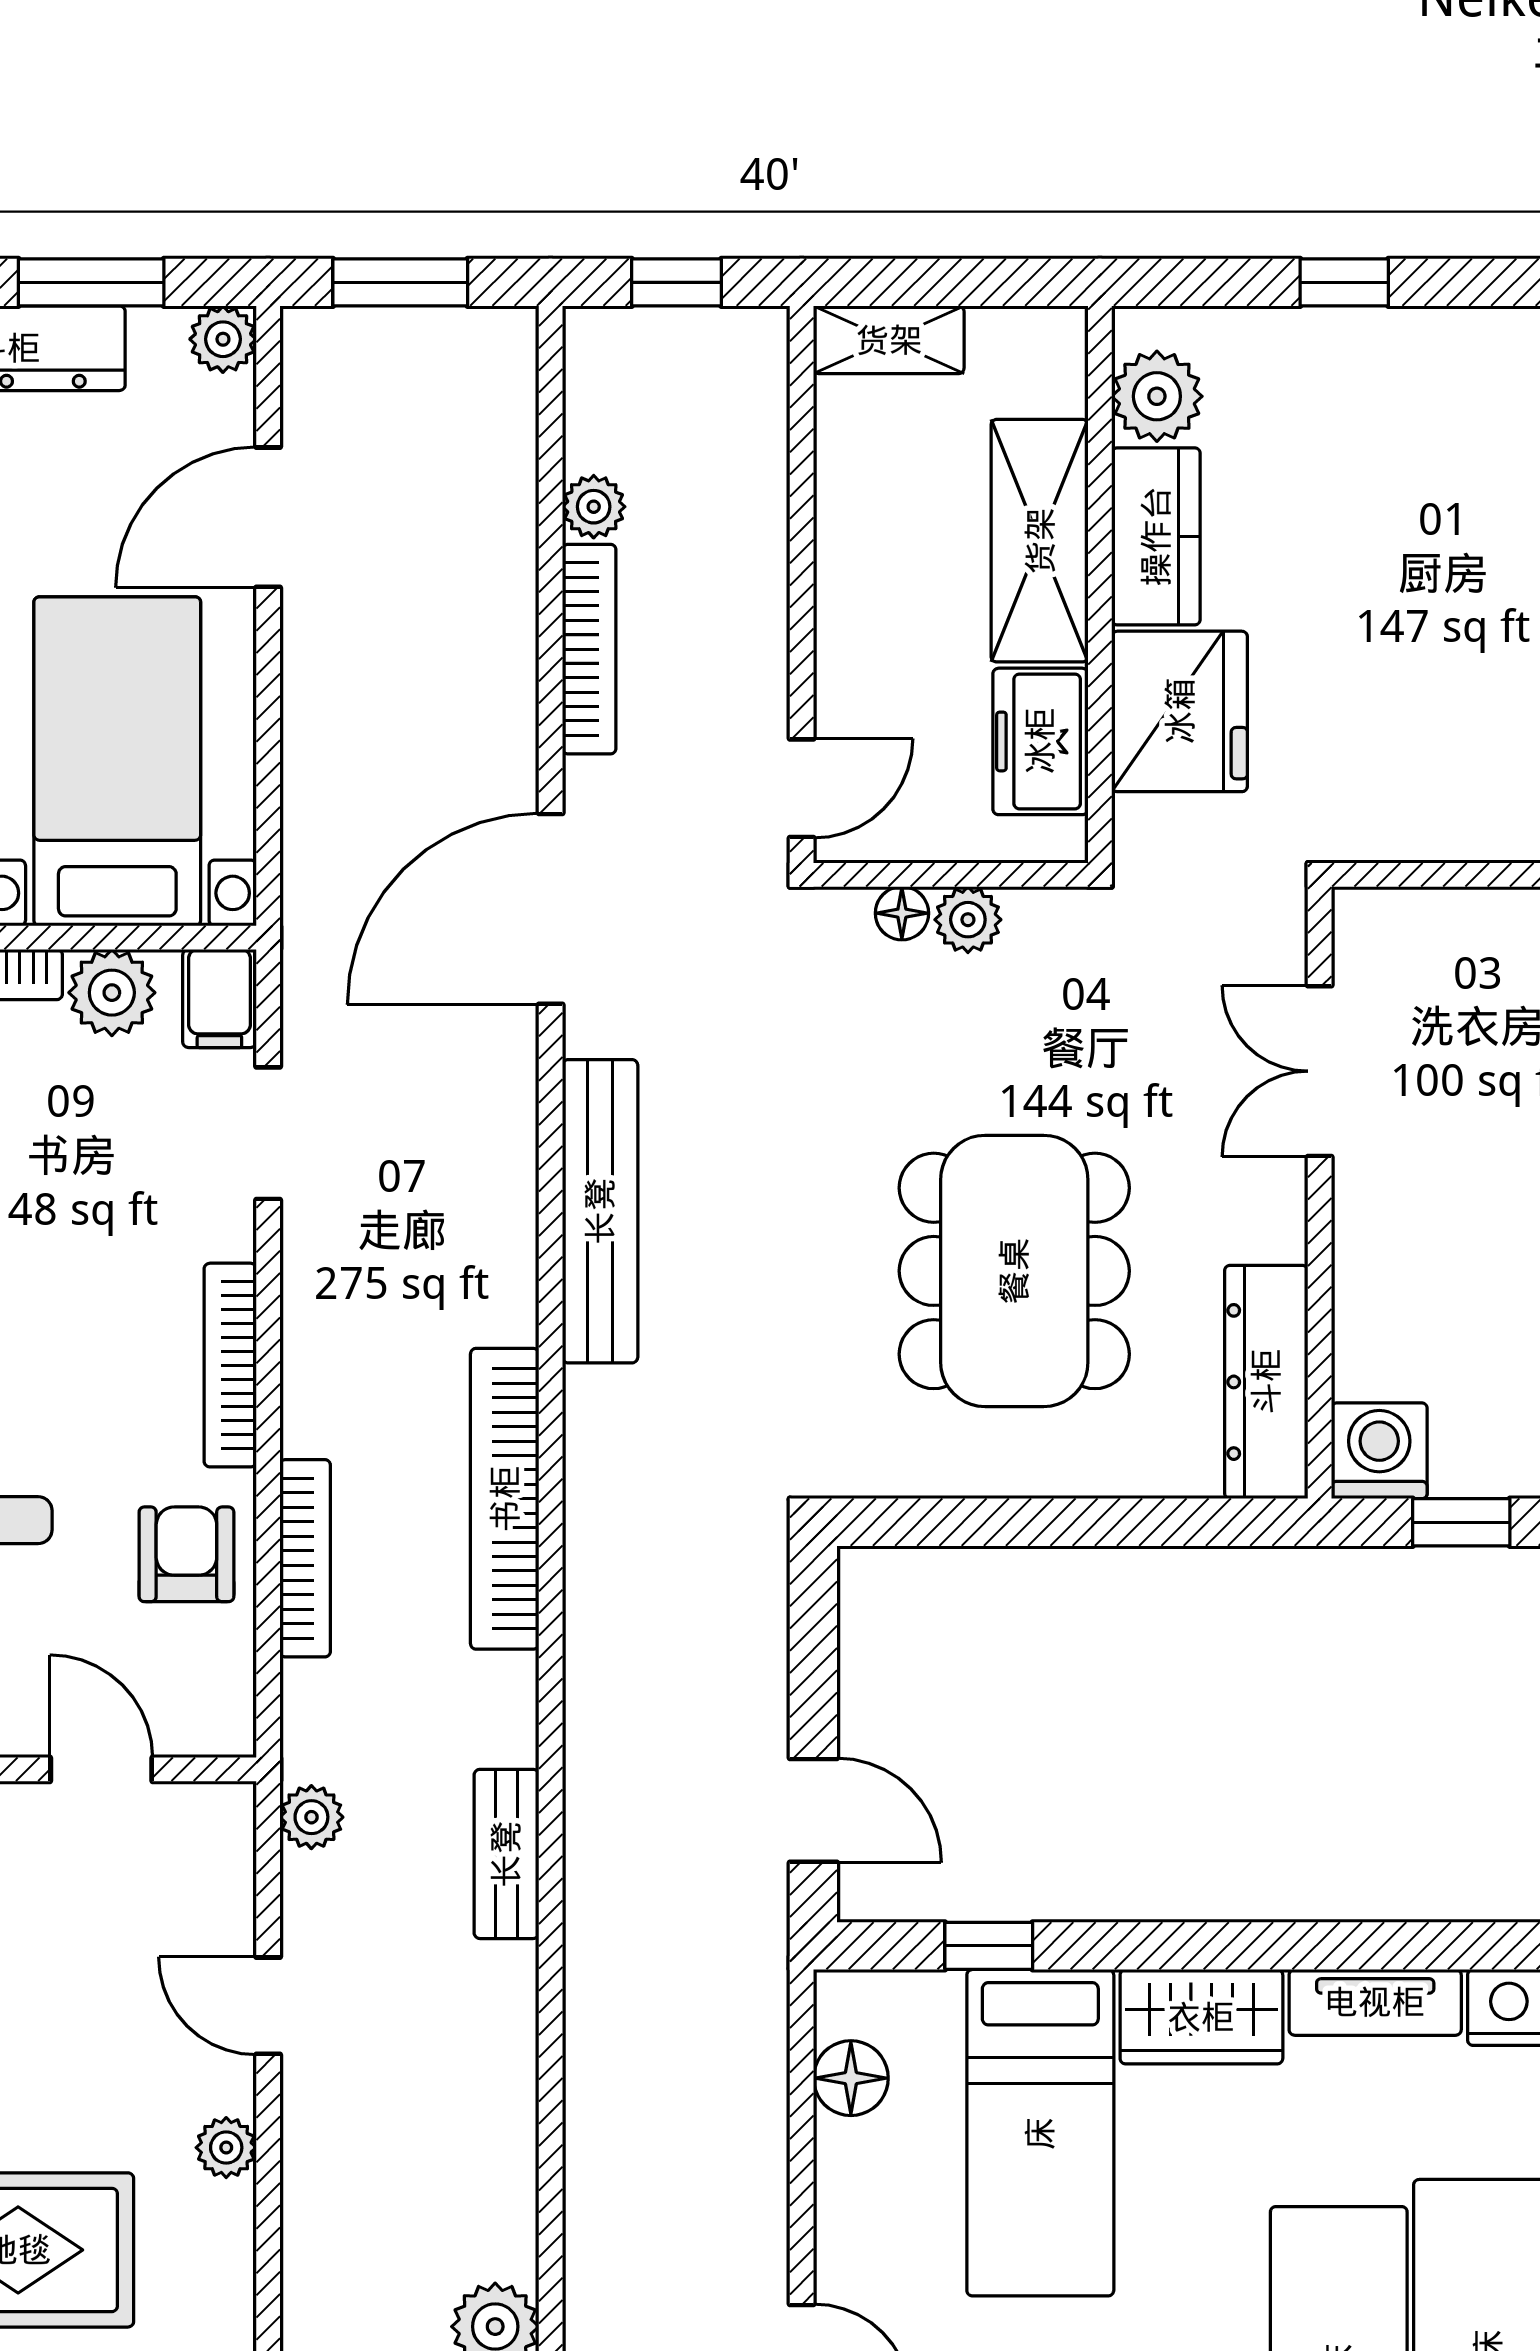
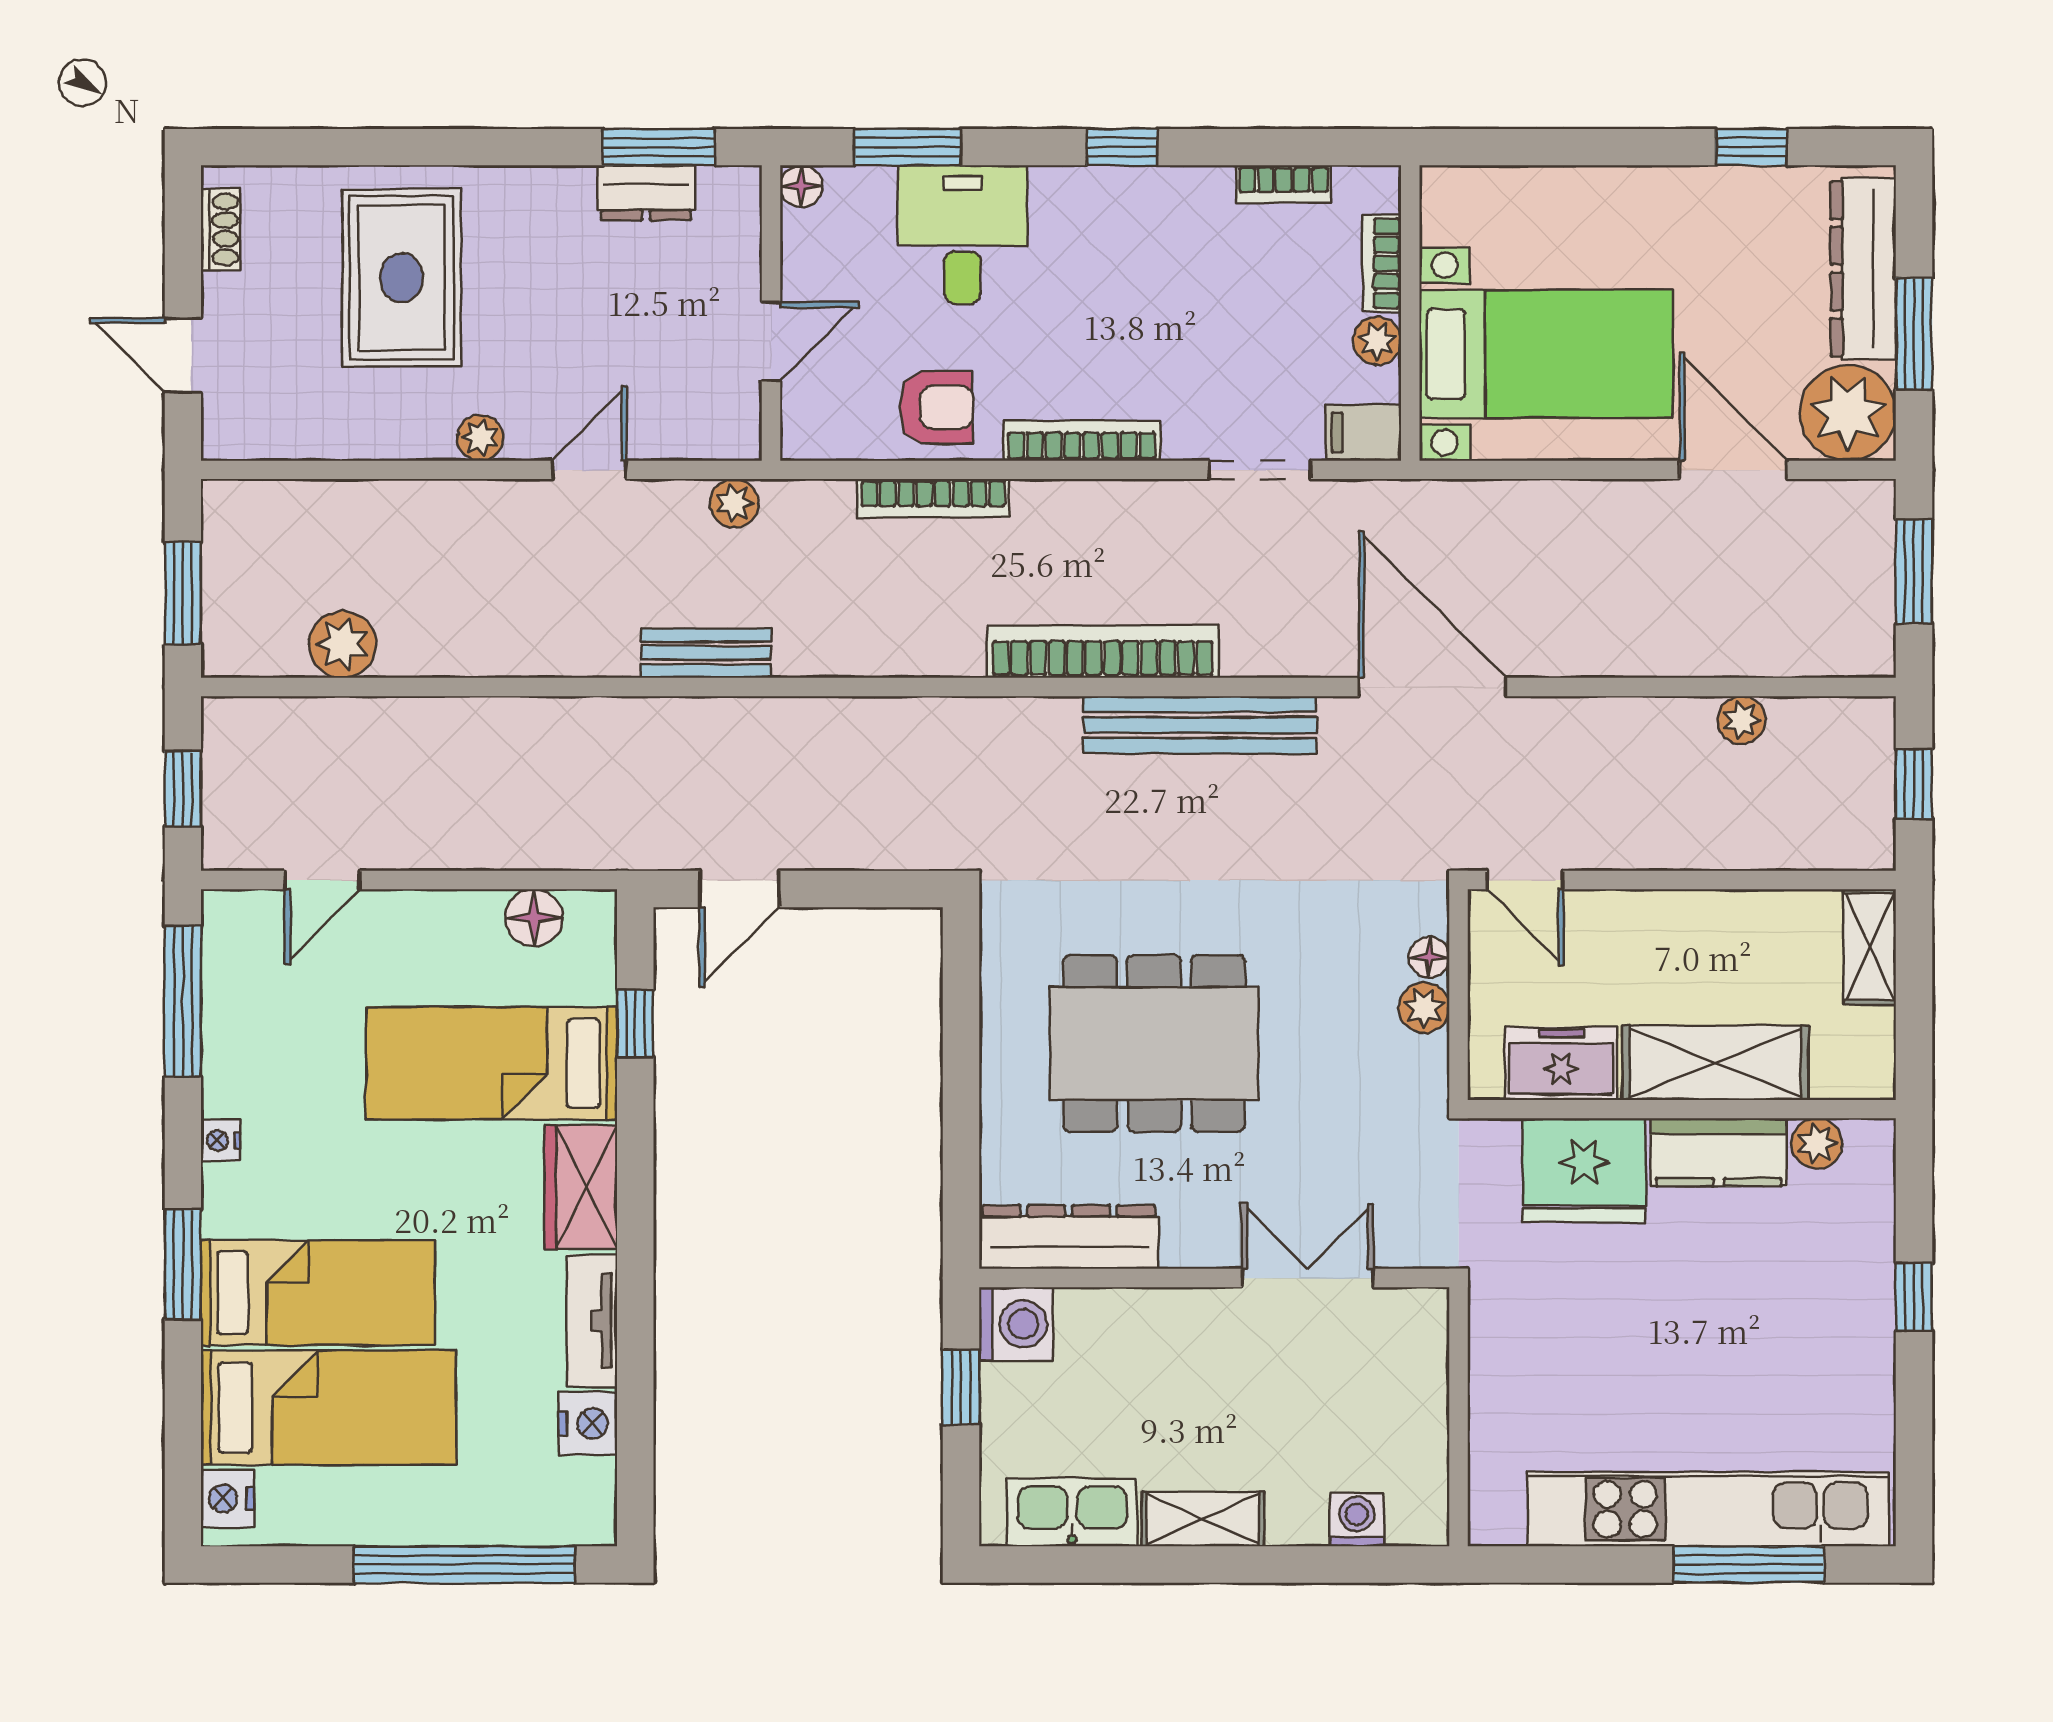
plant: (223, 339) -> (1848, 413), width x1.87, depth x1.87
plant: (1157, 396) -> (1817, 1144), width x0.73, depth x0.73
bookcase: (589, 649) -> (1632, 717), removed
plant: (112, 993) -> (1377, 341), width x0.73, depth x0.73
bookcase: (505, 1499) -> (1103, 652), moved

